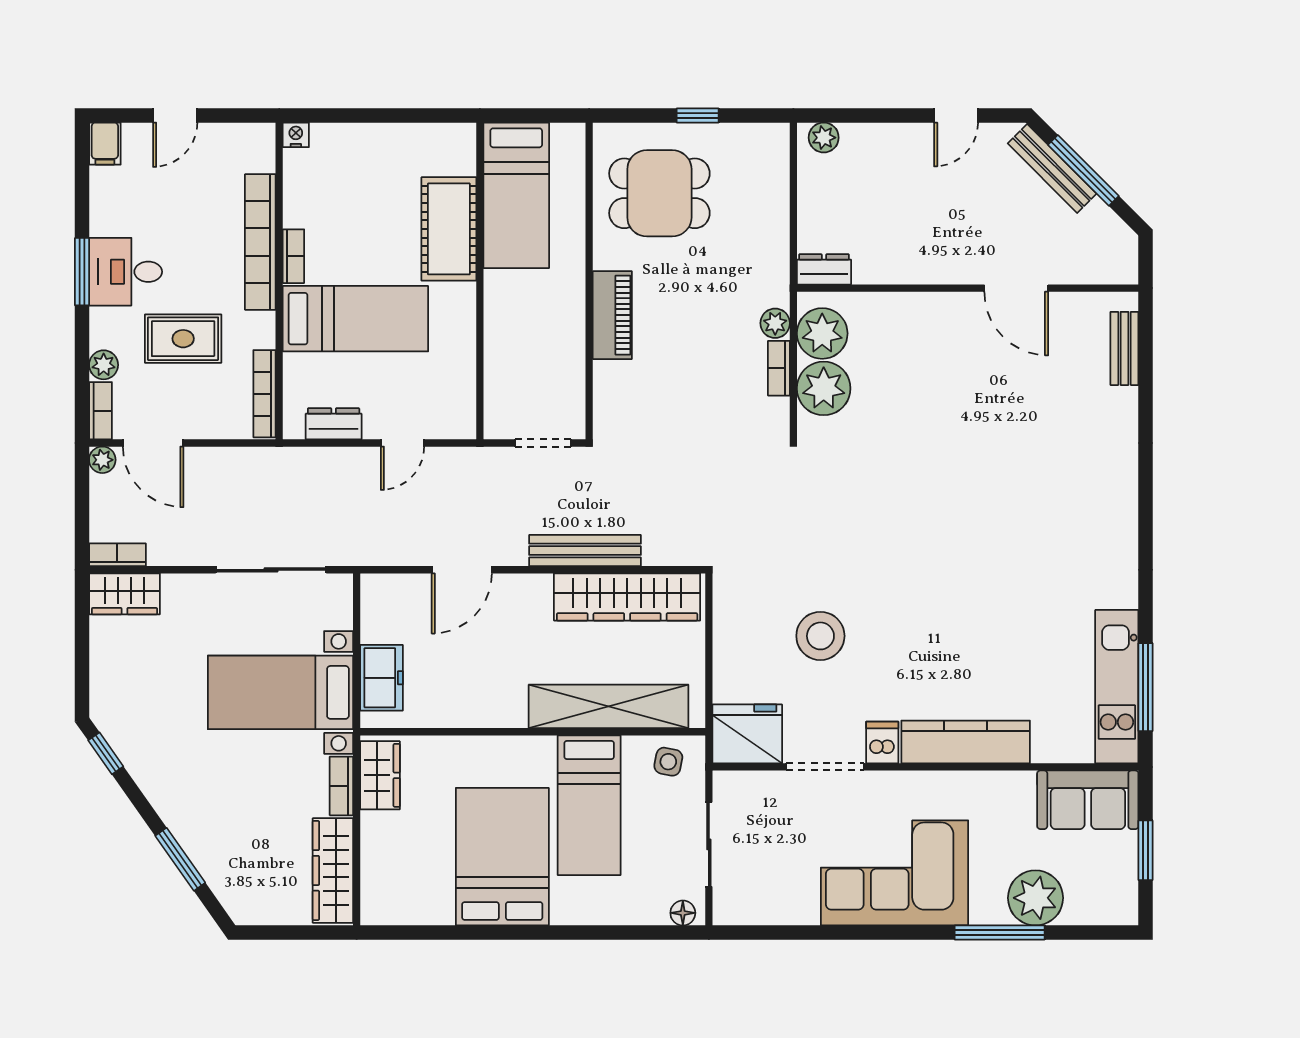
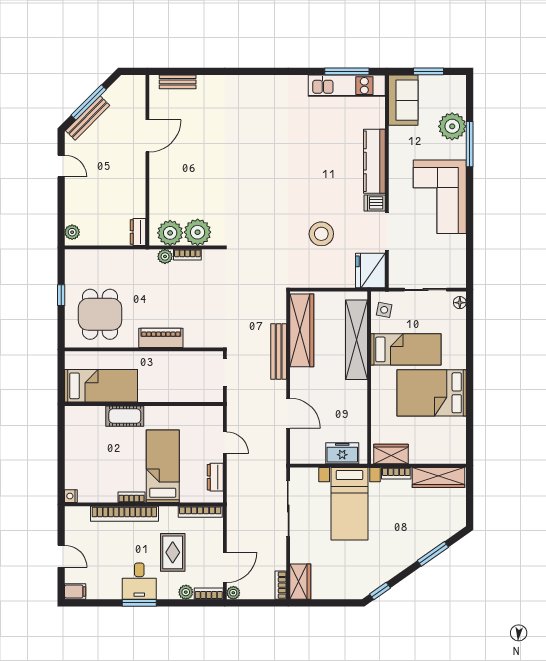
cot: (449, 229) -> (125, 416), width x0.73, depth x0.75

